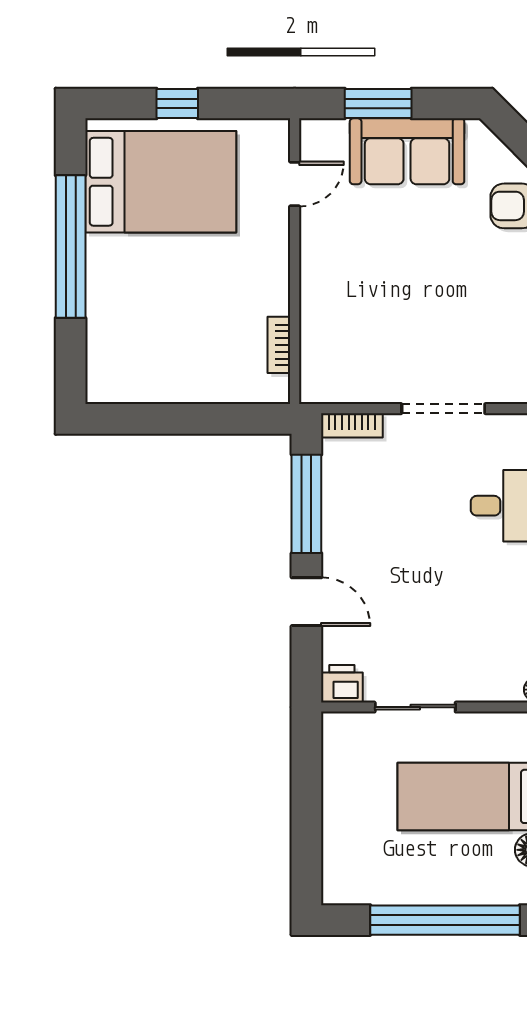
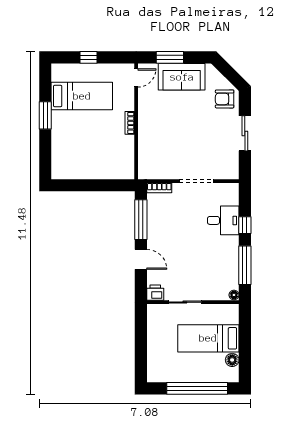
bed: (161, 182) -> (82, 96), width x0.67
door: (295, 184) -> (136, 78), moved
window: (71, 247) -> (45, 115), width x0.47
bookcase: (279, 345) -> (130, 123), moved

